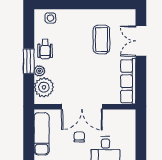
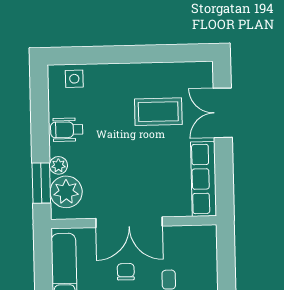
coffee table: (101, 39) -> (158, 112), turned 90
wheelchair: (45, 49) -> (67, 130), turned 90
window: (29, 61) -> (41, 183), moved

